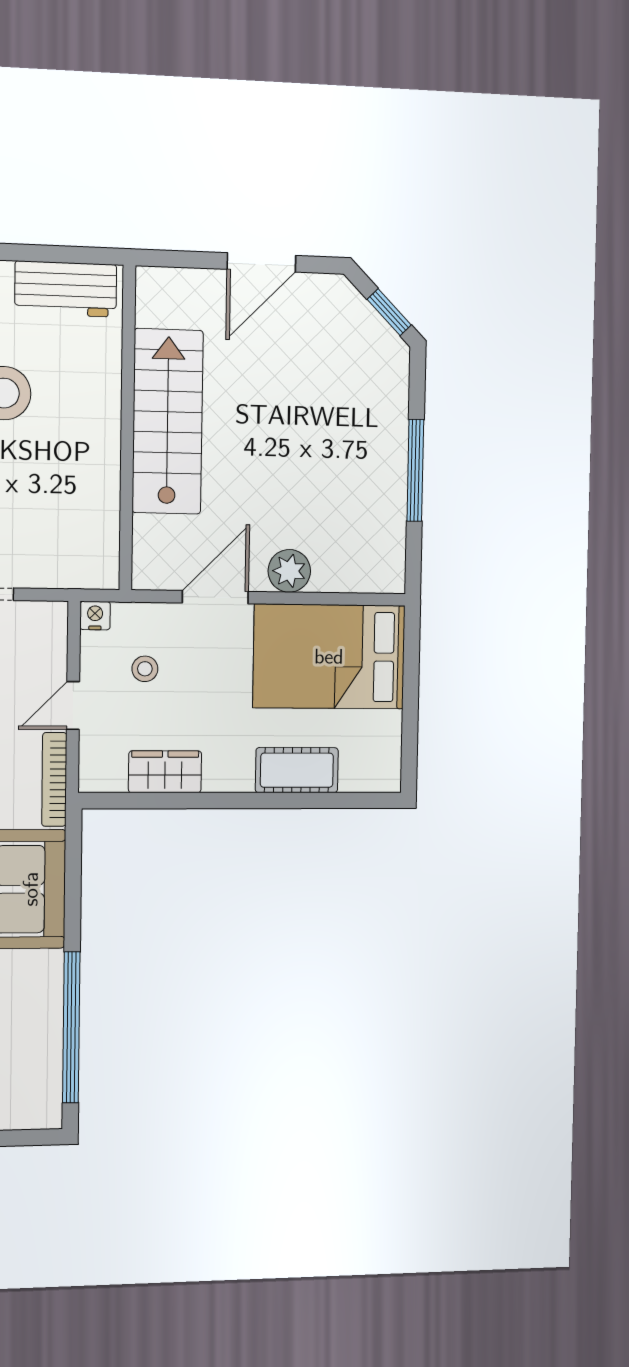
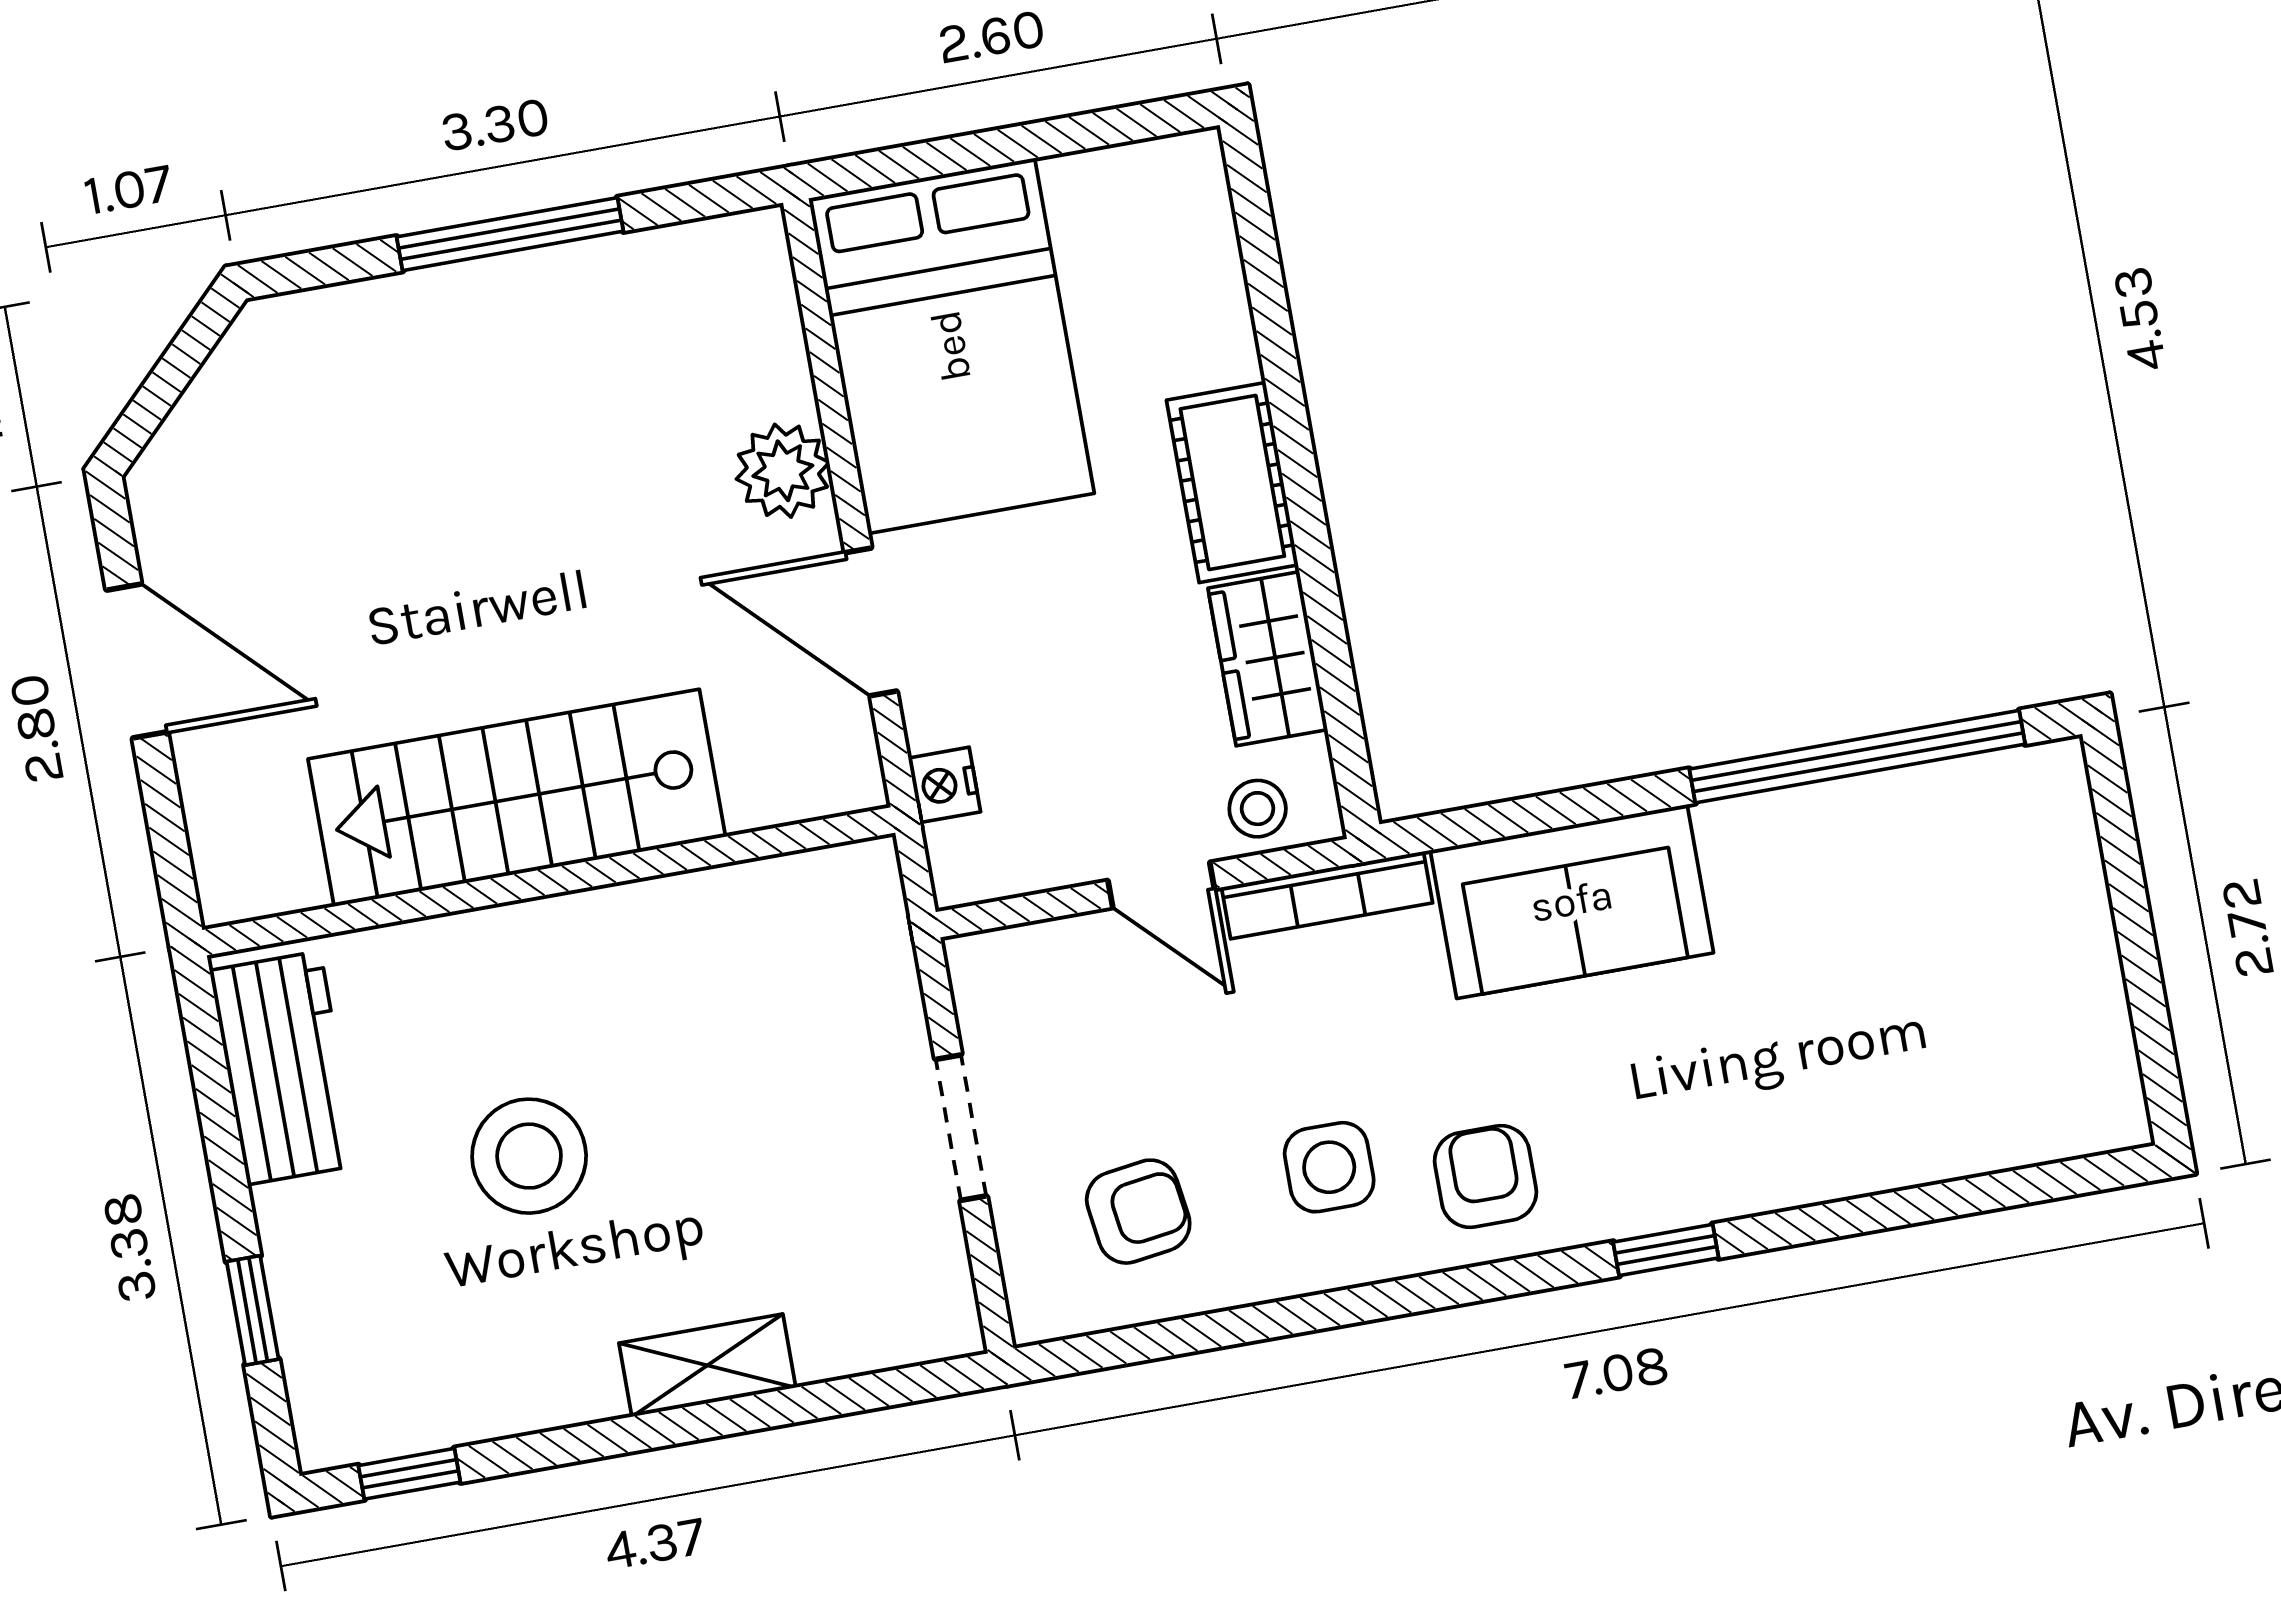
window: (389, 312) -> (182, 360), removed
nightstand: (95, 616) -> (944, 785), moved
stool: (145, 669) -> (1258, 809), moved
cot: (297, 770) -> (1232, 483), moved

